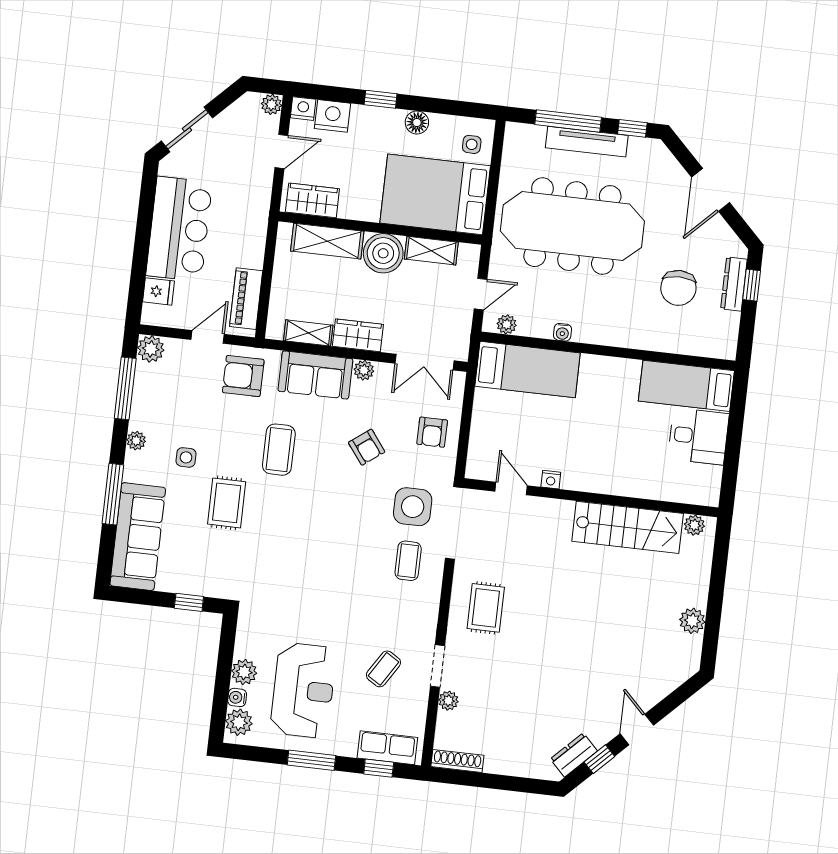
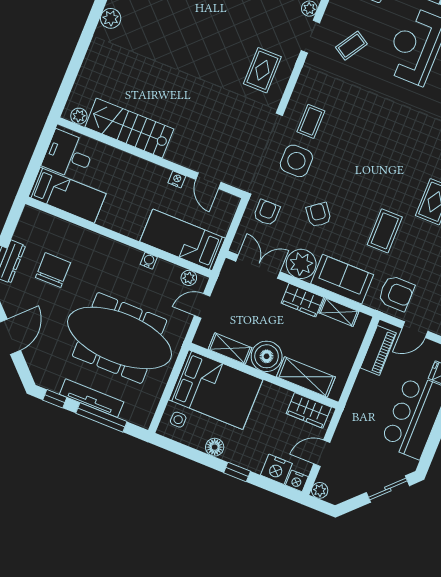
plant: (364, 370) -> (301, 264), width x1.88, depth x1.88
nightstand: (551, 480) -> (177, 179), moved
door: (511, 489) -> (208, 181), moved
wall: (591, 498) -> (151, 158), moved
plant: (694, 525) -> (79, 116), moved
stairs: (628, 527) -> (129, 128), moved

